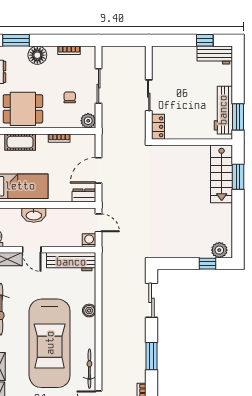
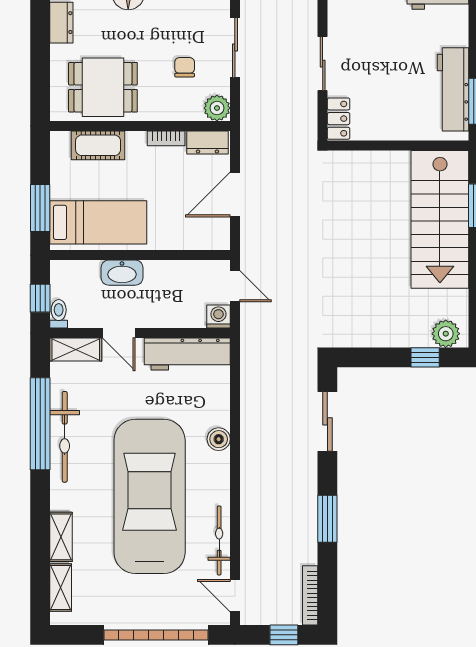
stairs: (222, 174) -> (440, 219), width x1.36, depth x1.51
dresser: (84, 196) -> (207, 142), moved, turned 180
car: (50, 343) -> (150, 496), turned 180

